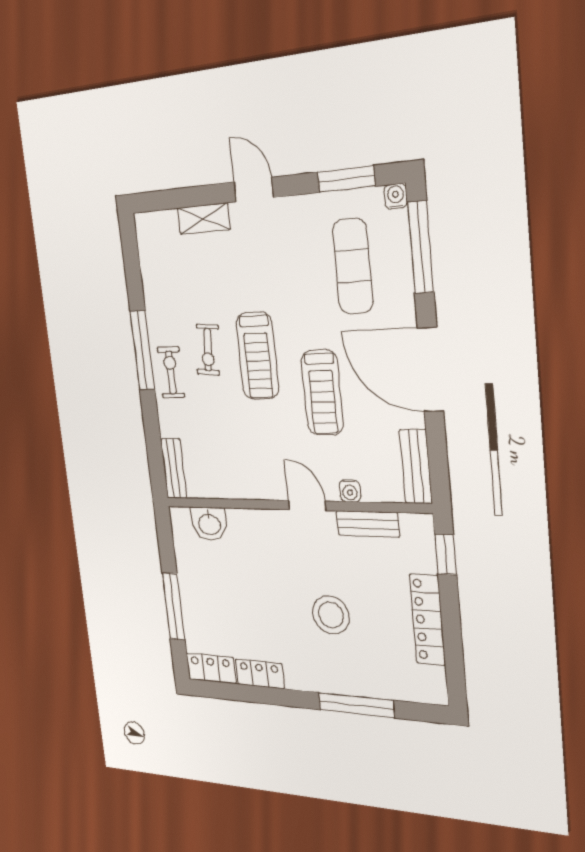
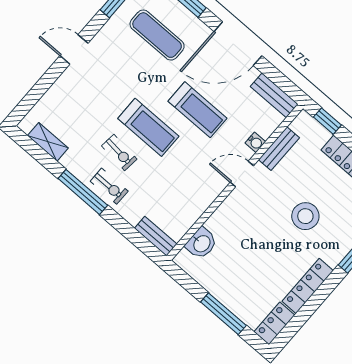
shelving: (204, 219) -> (48, 142), moved, turned 90
exercise bike: (171, 372) -> (109, 186), turned 180
locker: (260, 674) -> (308, 286), width x1.53

